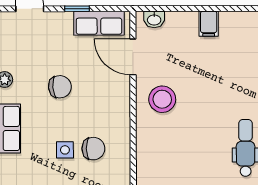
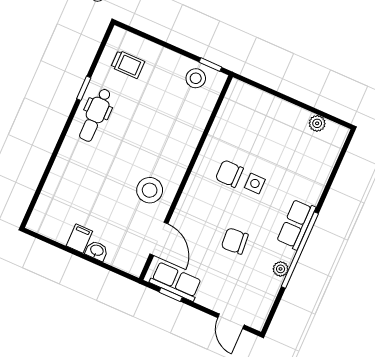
window: (77, 9) -> (171, 295), moved
washbasin: (154, 19) -> (97, 251), moved

